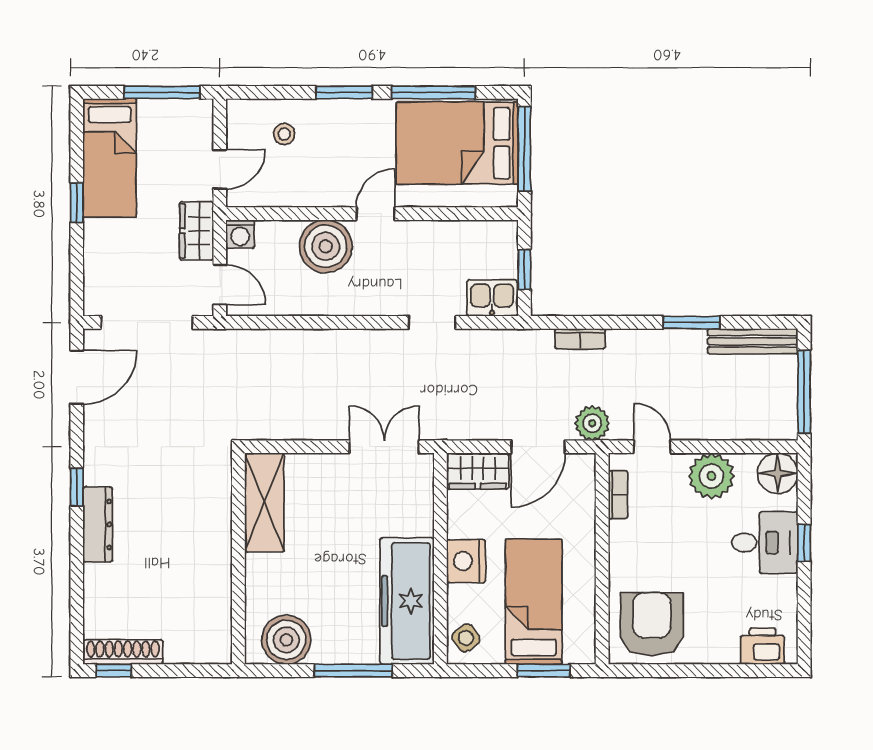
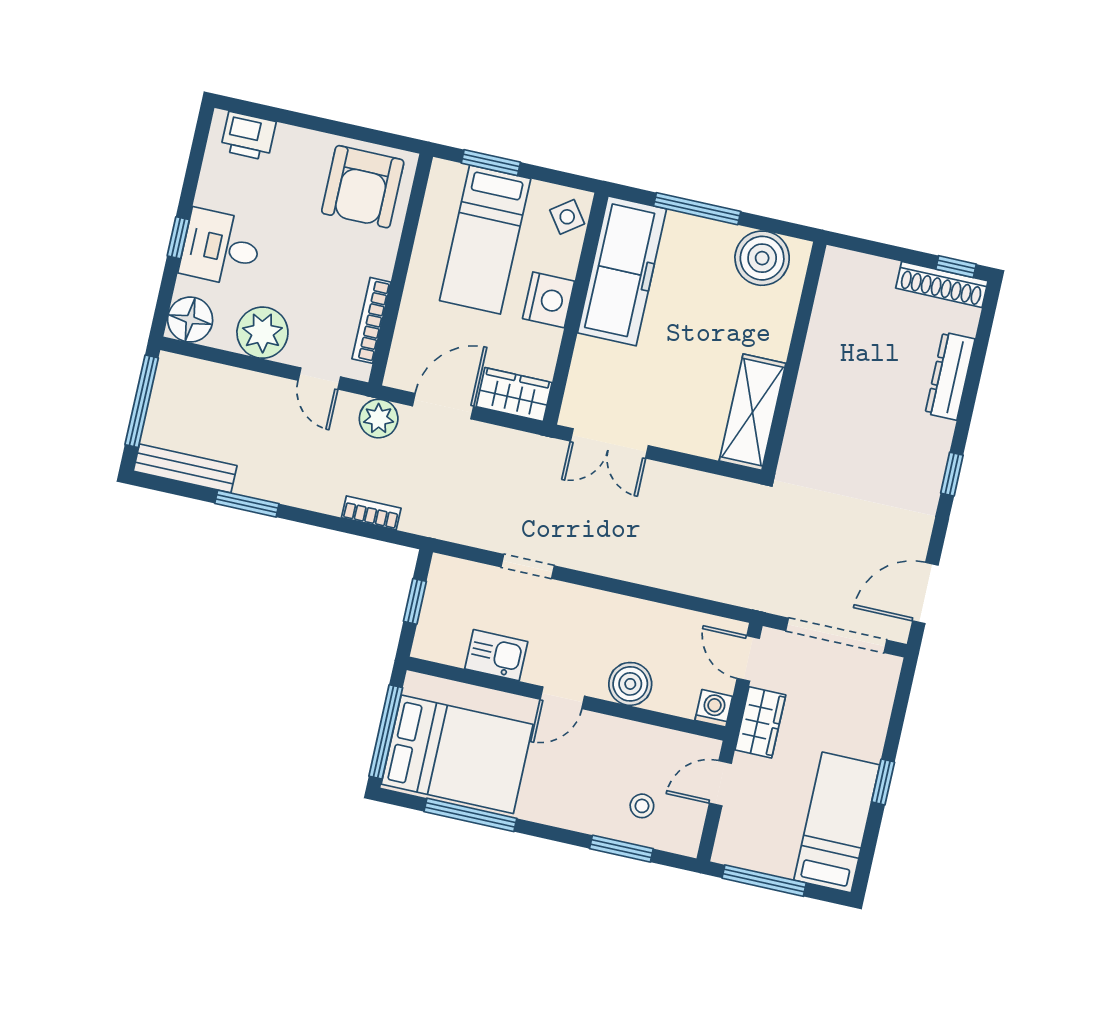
window: (344, 92) -> (621, 849), moved
boiler: (326, 246) -> (630, 684), width x0.73, depth x0.73
kitchen sink: (492, 298) -> (496, 655), moved, turned 180
bookcase: (618, 495) -> (371, 320), width x1.56
dresser: (98, 524) -> (950, 376), moved

